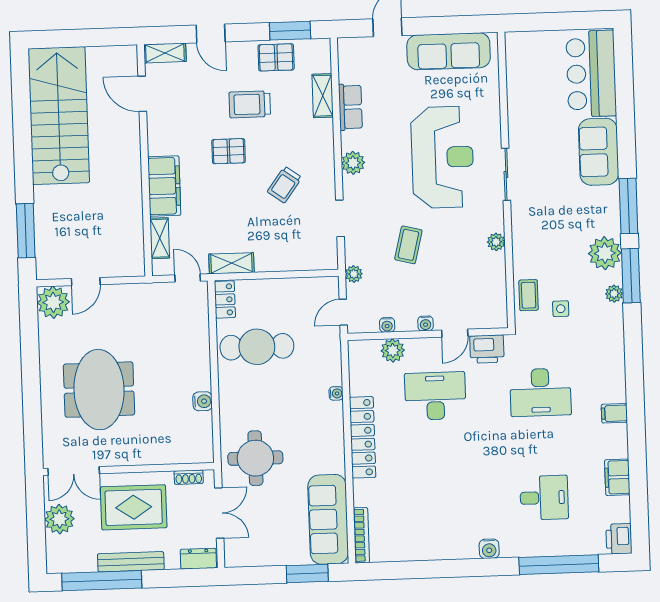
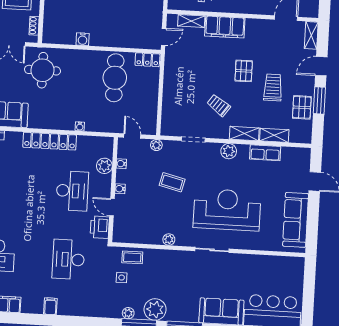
window: (290, 31) -> (319, 100), moved
reception desk: (442, 157) -> (227, 210), turned 180
shelving: (231, 263) -> (244, 134), moved, turned 90

